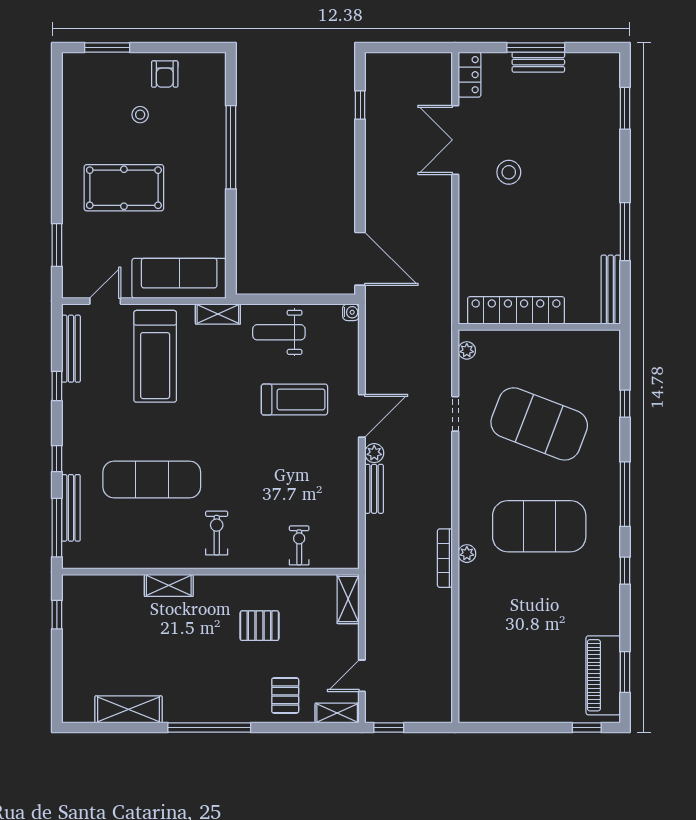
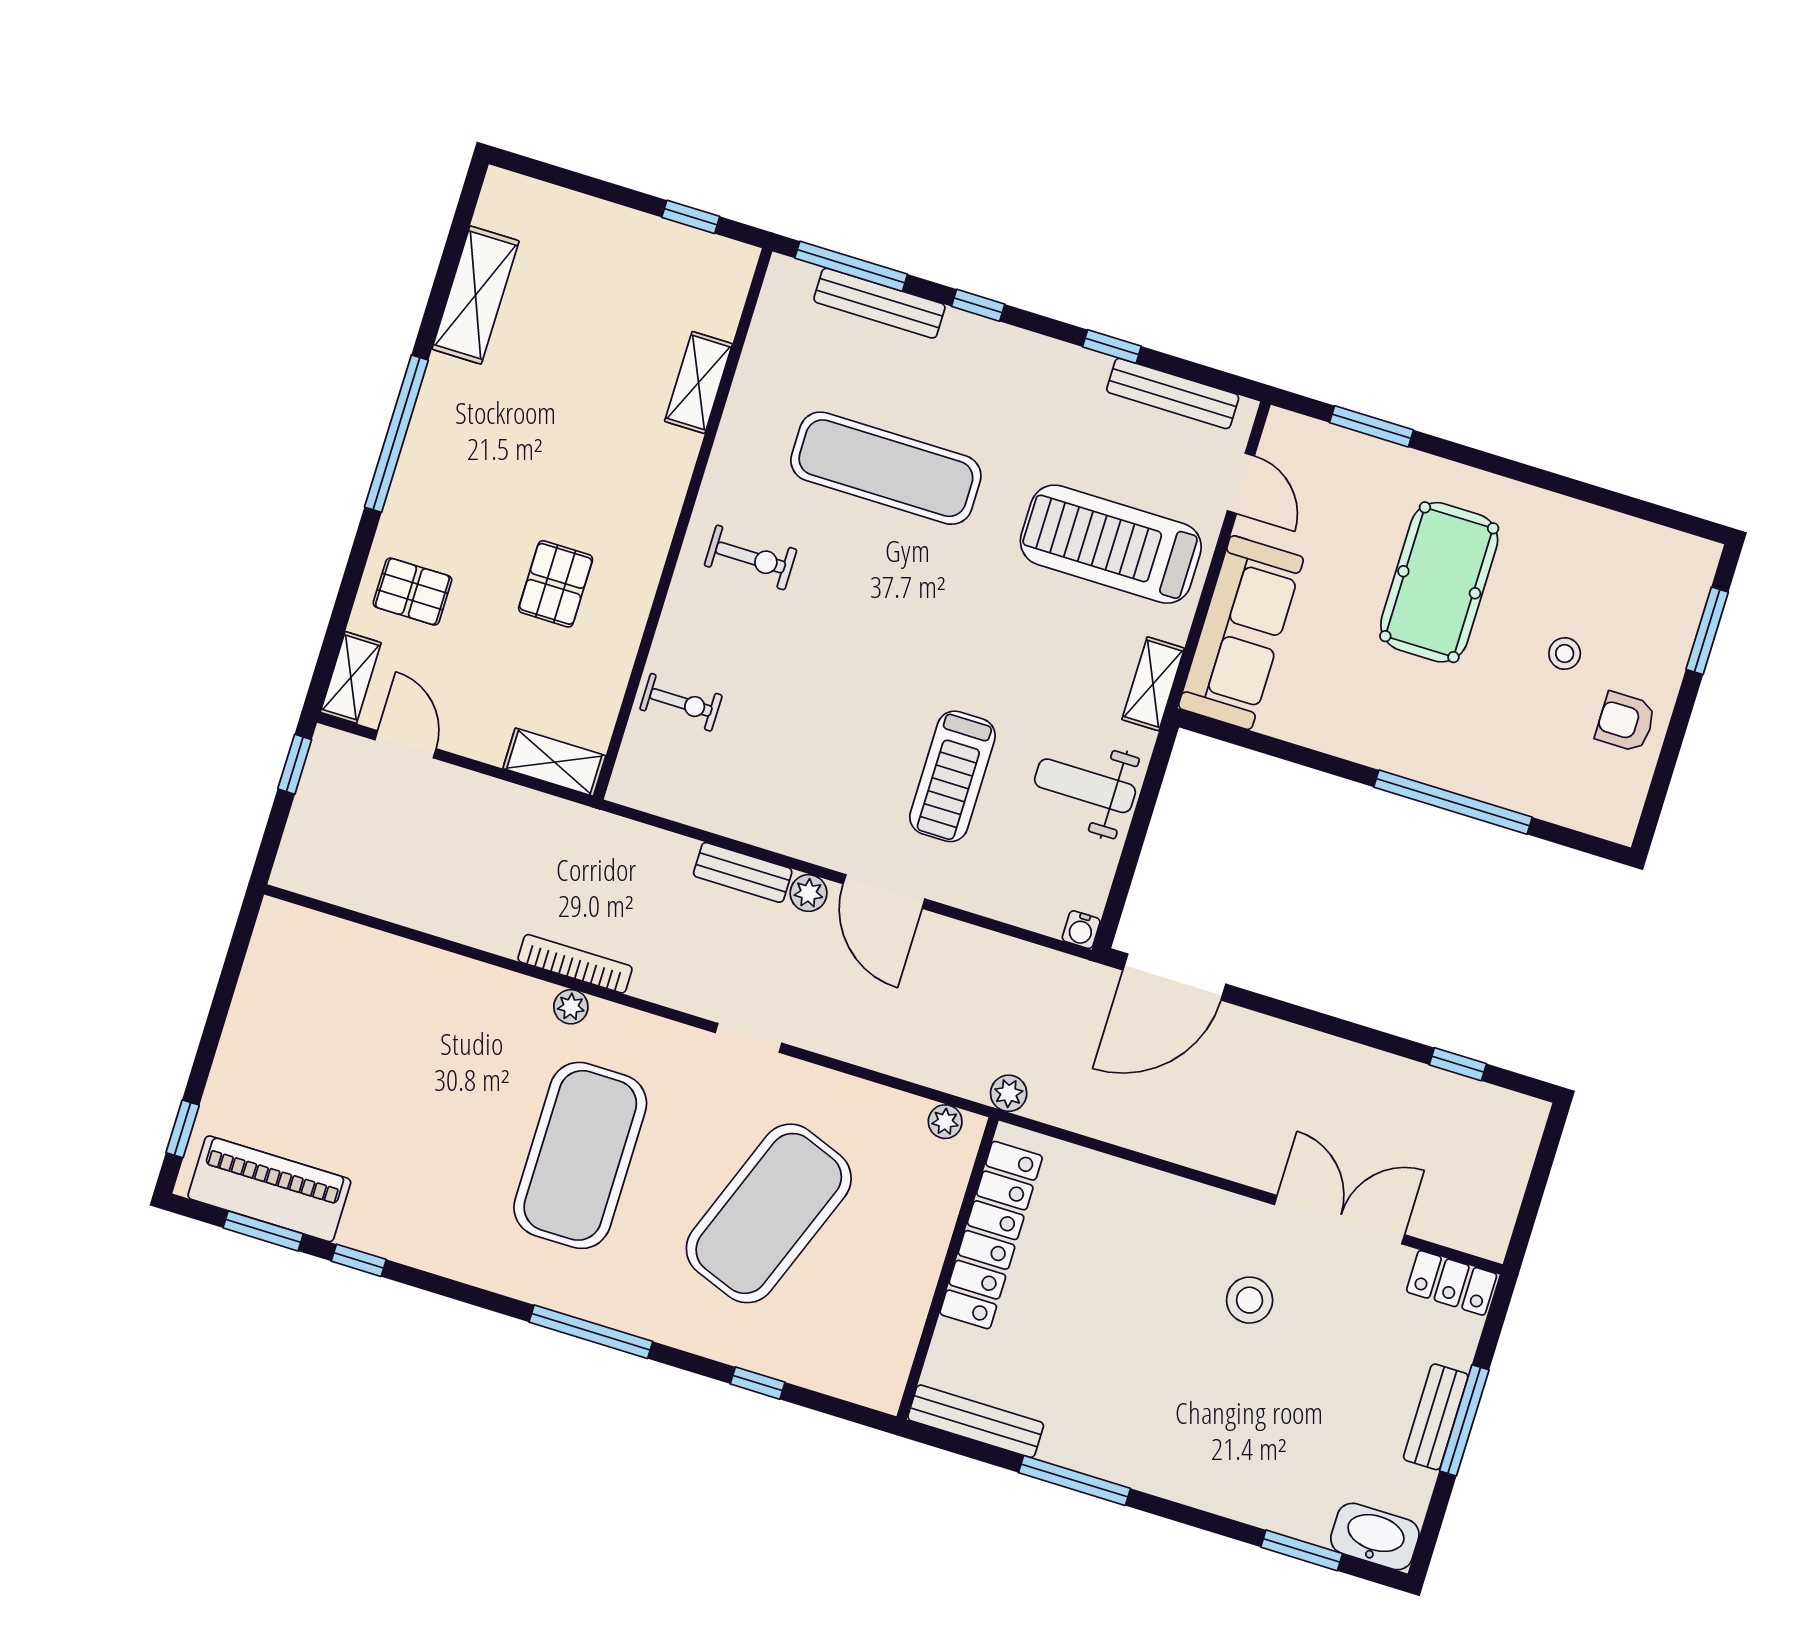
washbasin: (607, 74) -> (1375, 1537), added
plant: (443, 323) -> (1009, 1093), added
weight bench: (279, 332) -> (1085, 786), turned -90
doorway: (455, 414) -> (748, 1038), moved
exercise mat: (152, 479) -> (886, 468), turned 90
window: (625, 571) -> (359, 1260), moved
shelving: (169, 585) -> (698, 383), moved

